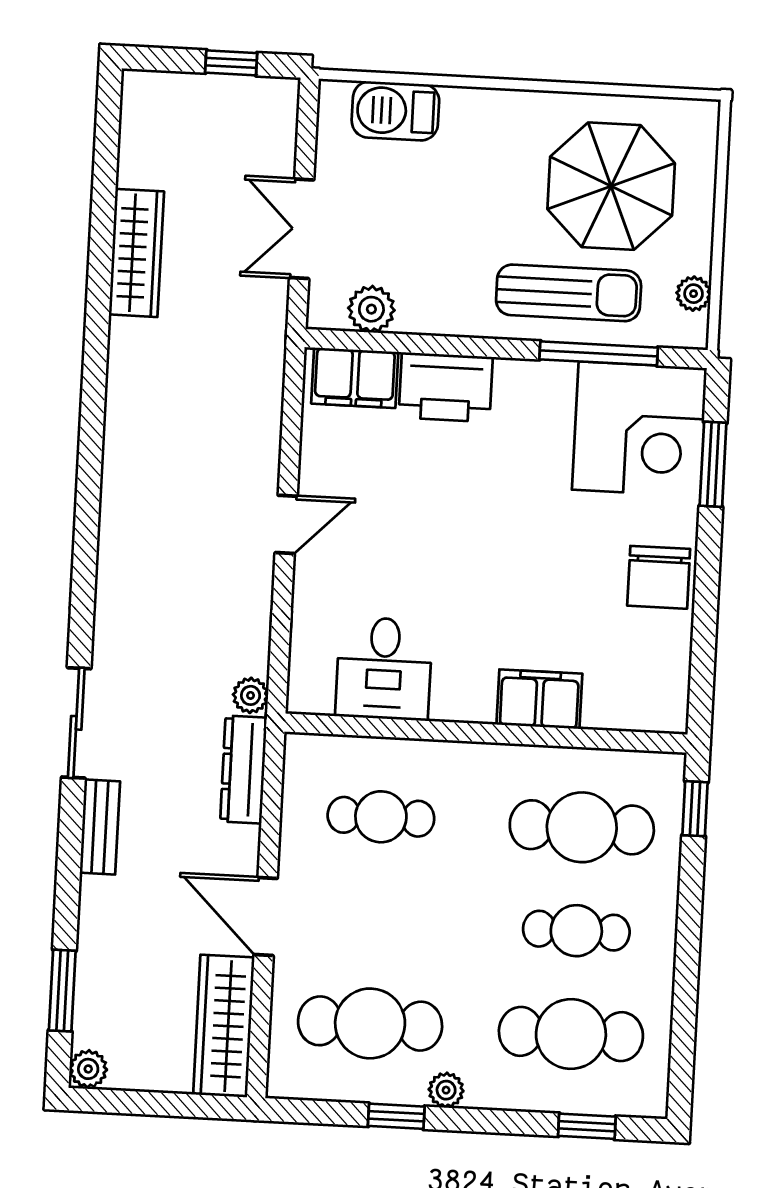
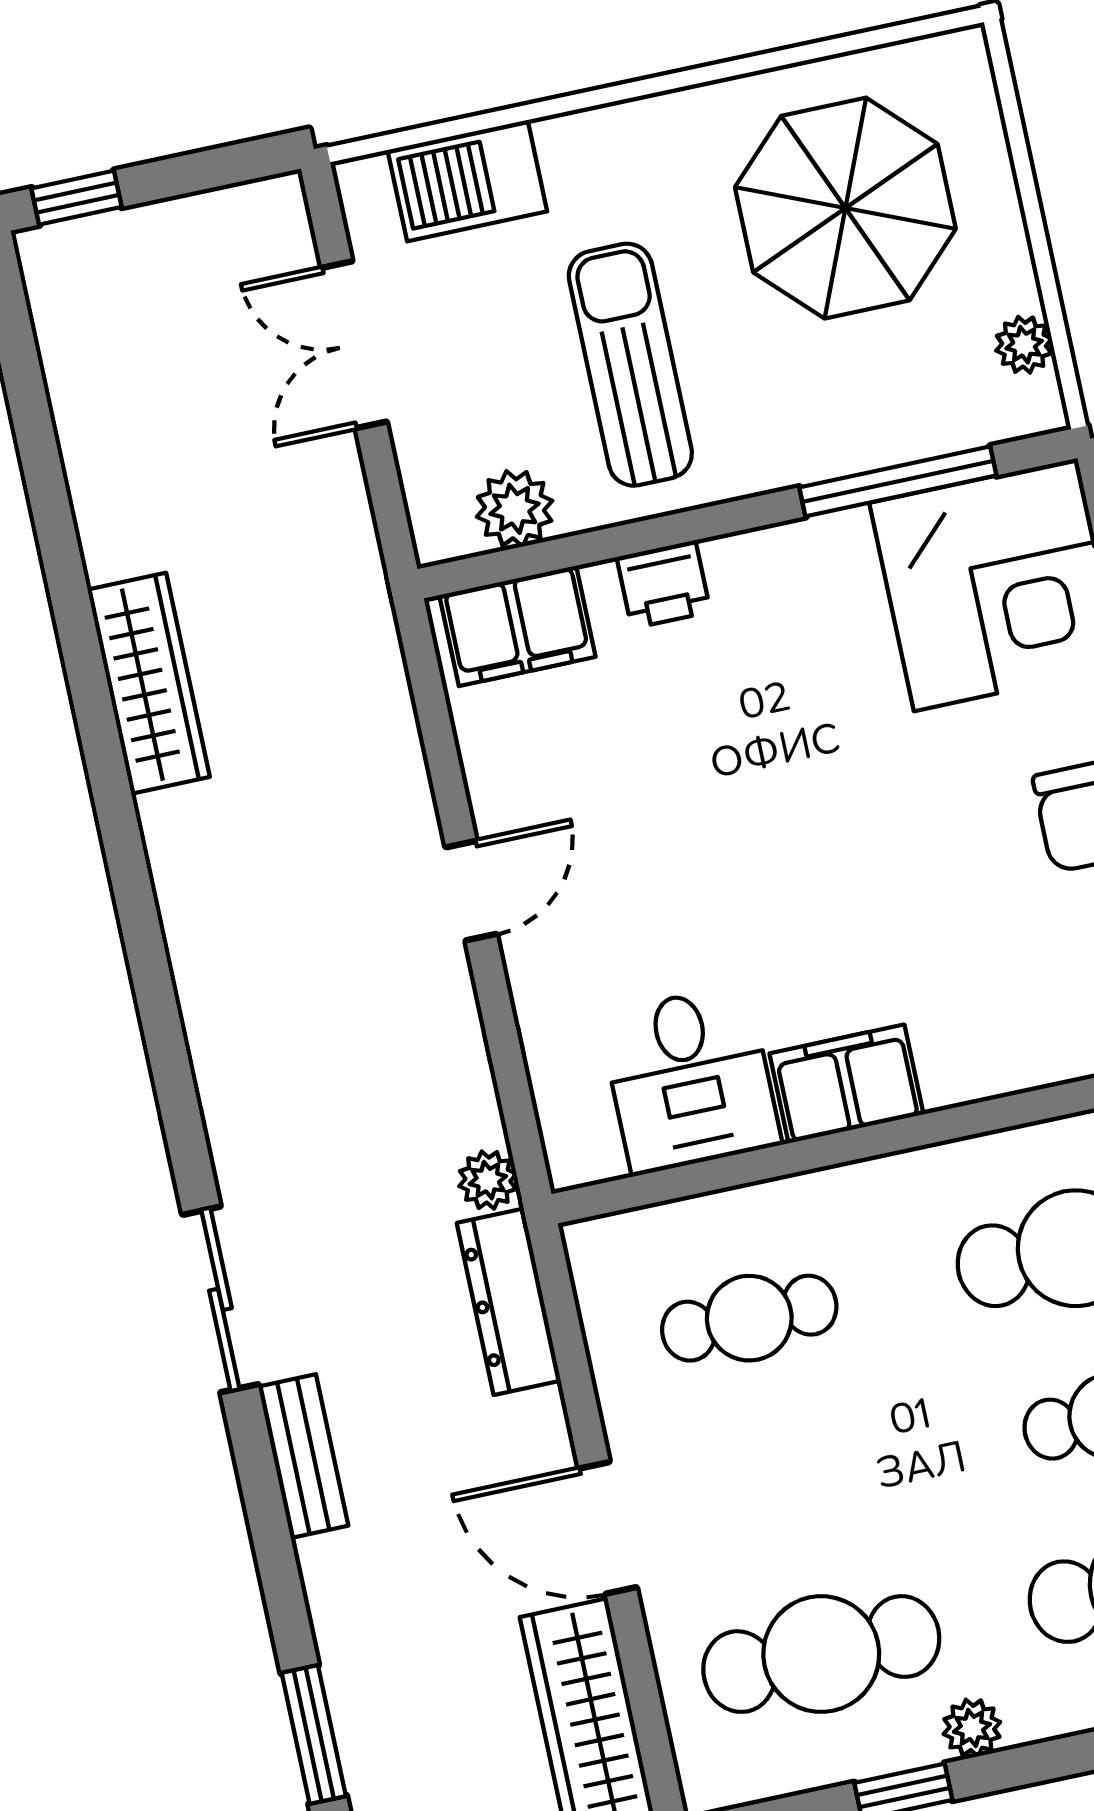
window: (231, 63) -> (77, 198), moved
double door: (302, 229) -> (354, 345), moved
wardrobe: (136, 253) -> (149, 683), moved
sun lounger: (569, 293) -> (630, 365), moved, turned -90
printer: (446, 387) -> (664, 584), width x0.53, depth x0.68
filing cabinet: (539, 699) -> (847, 1084), moved

